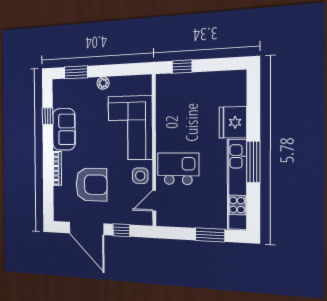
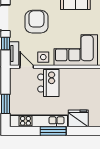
armchair: (91, 185) -> (36, 22), turned 180
tv unit: (135, 218) -> (14, 54), added

